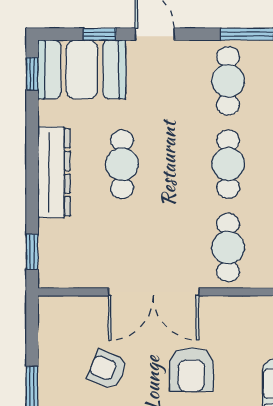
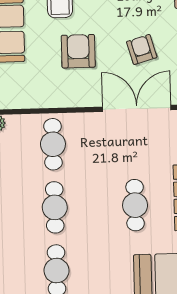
double door: (154, 292) -> (137, 108), moved
armchair: (107, 369) -> (142, 49), turned -128

